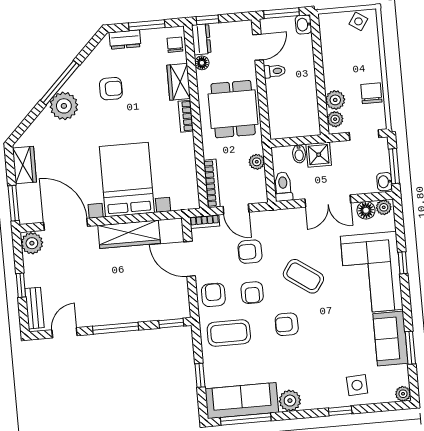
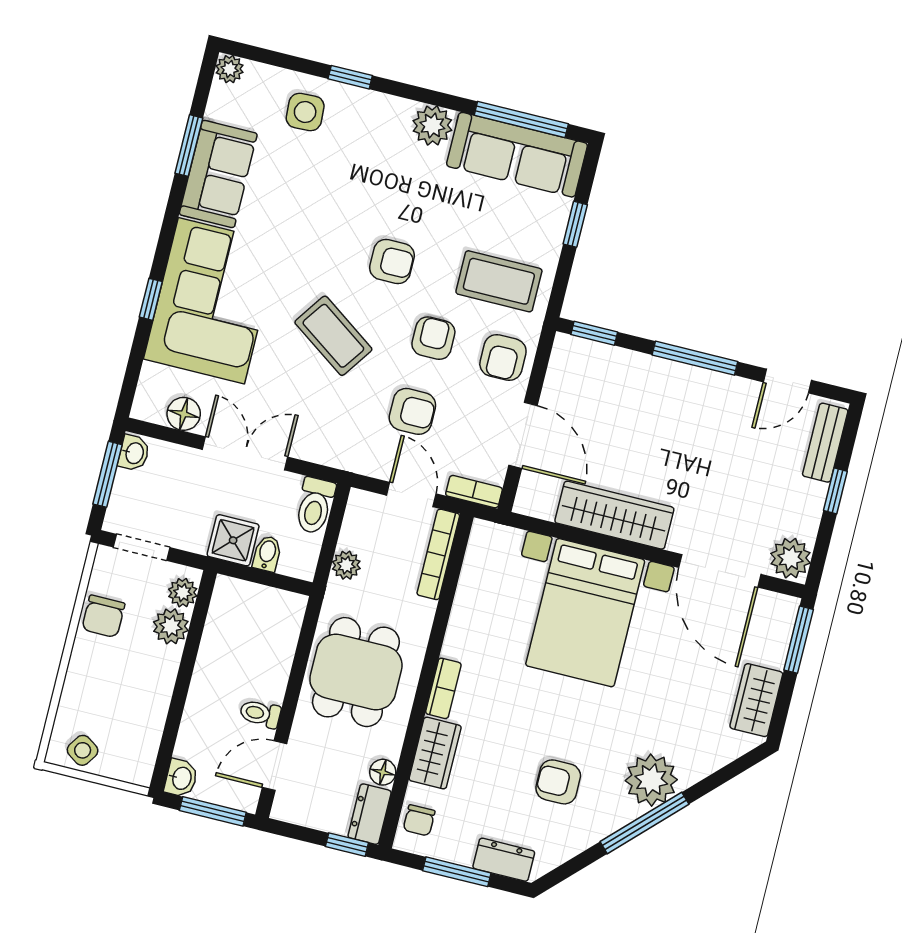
plant: (384, 207) -> (151, 408), removed

